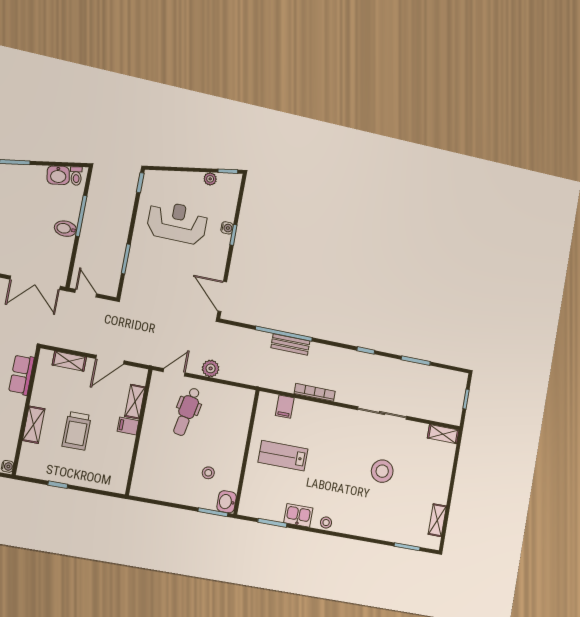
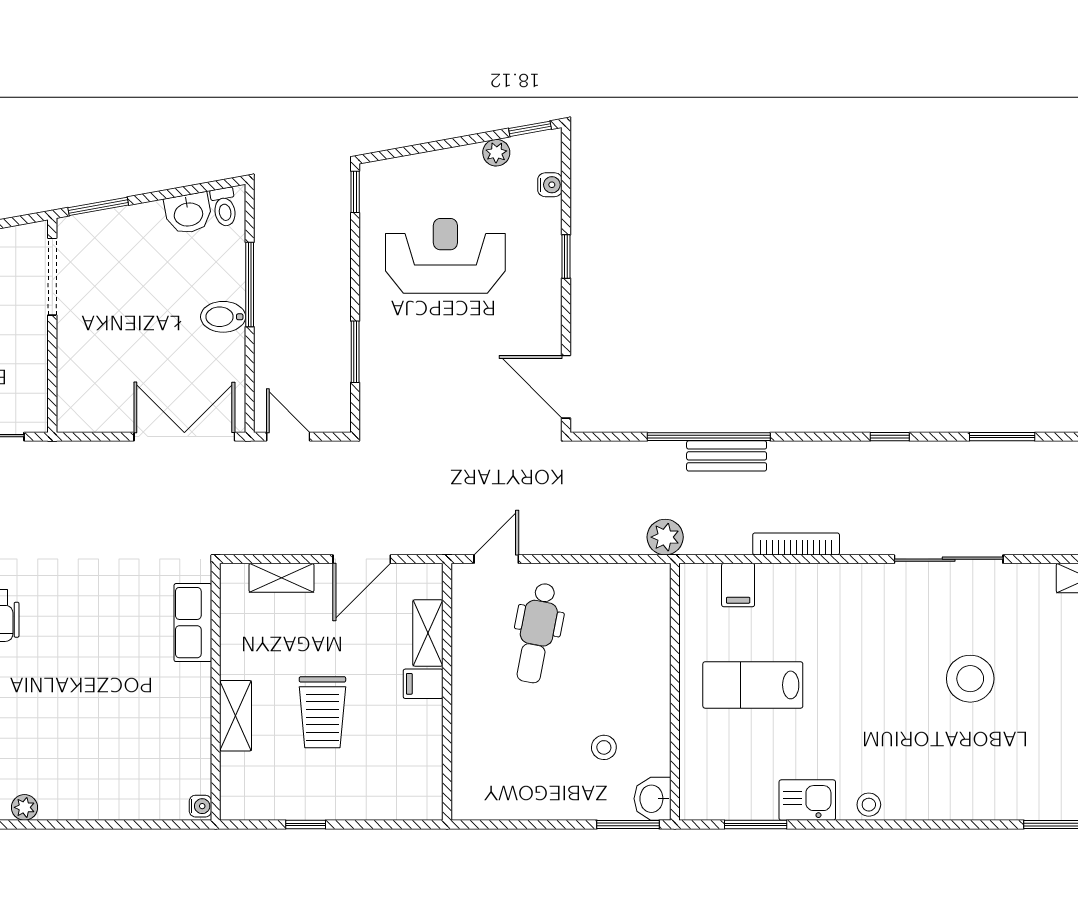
water cooler: (227, 228) -> (550, 185), moved
double door: (35, 283) -> (184, 437), swing flipped
plant: (211, 368) -> (665, 537), moved

